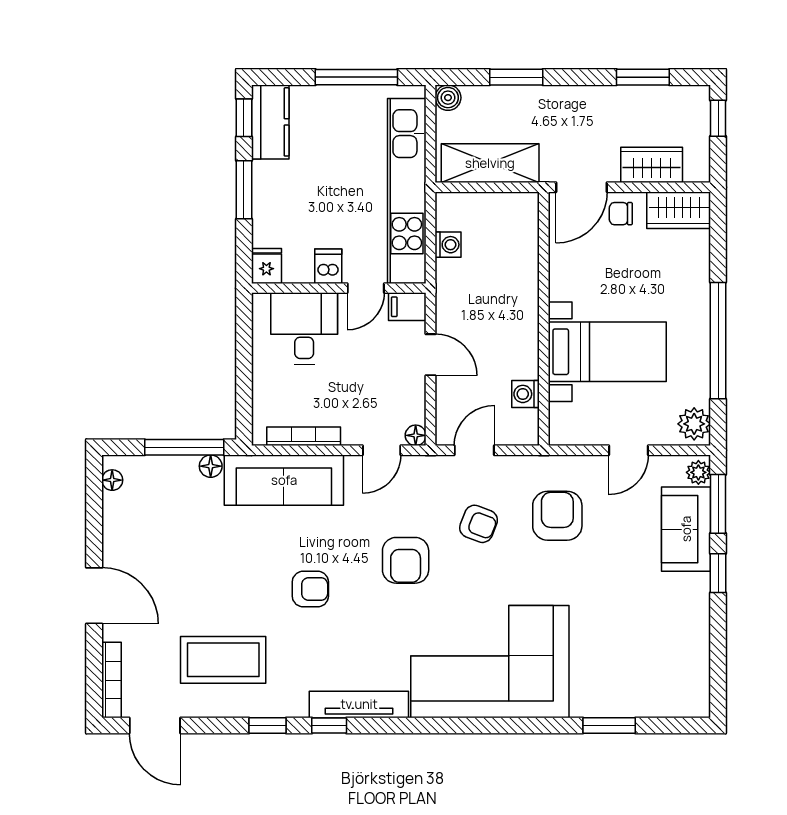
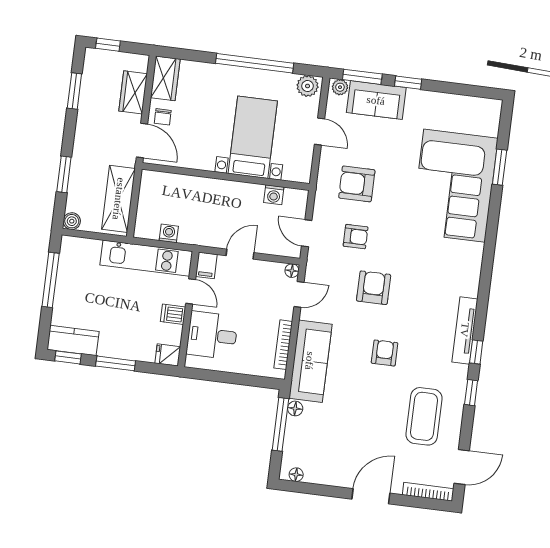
kitchen unit: (407, 191) -> (146, 258), width x0.73
door: (382, 450) -> (299, 294), hinge flipped
armchair: (479, 524) -> (356, 237), turned 69
armchair: (406, 560) -> (374, 288), turned -90
corner sofa: (490, 662) -> (454, 186), moved

